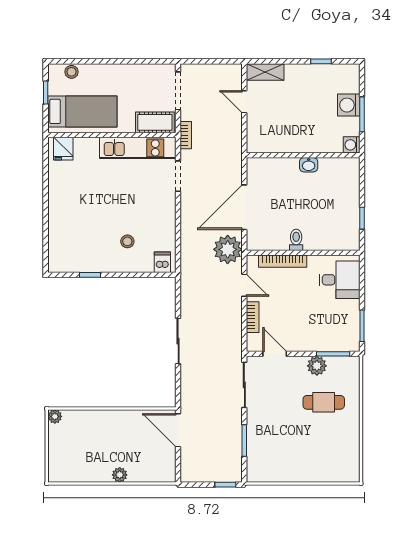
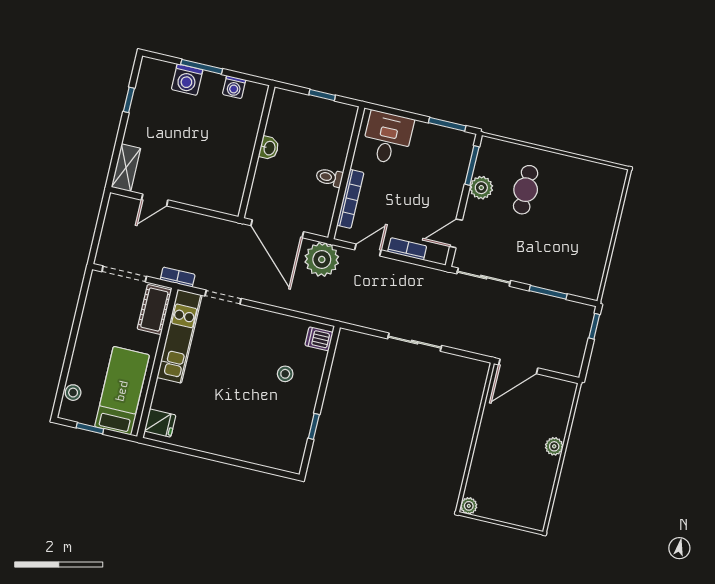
wall: (303, 155) -> (256, 152), moved
washbasin: (309, 165) -> (269, 148), moved

